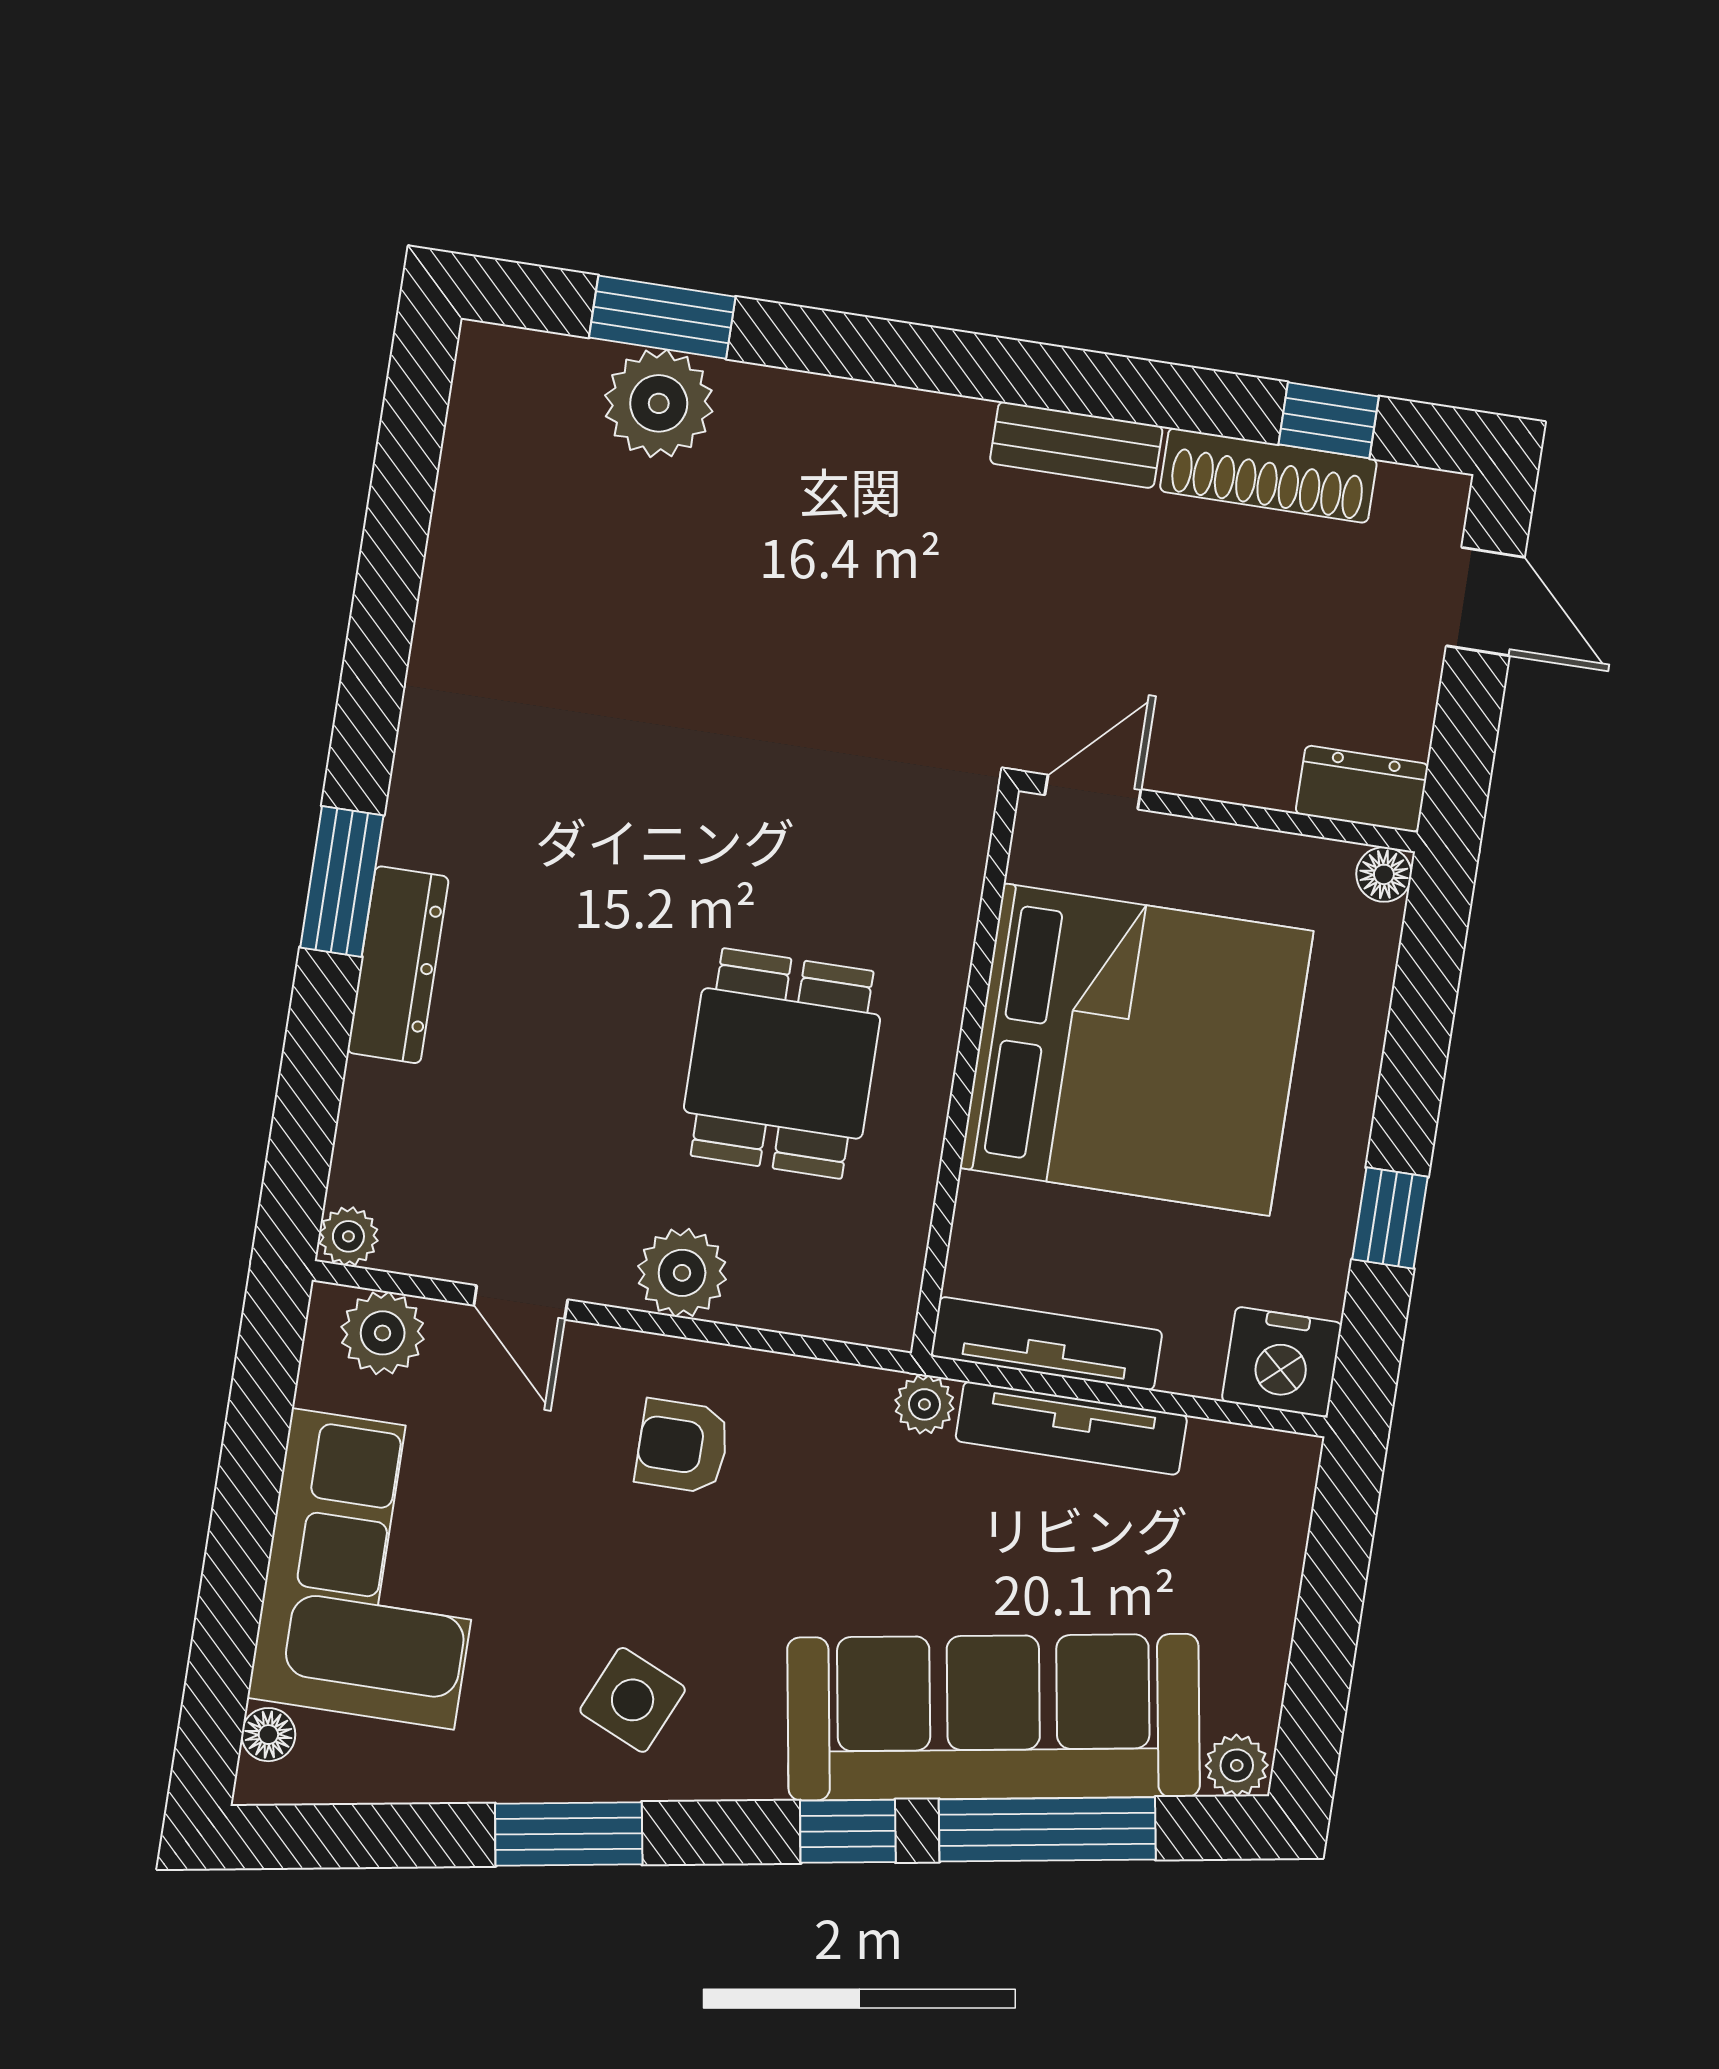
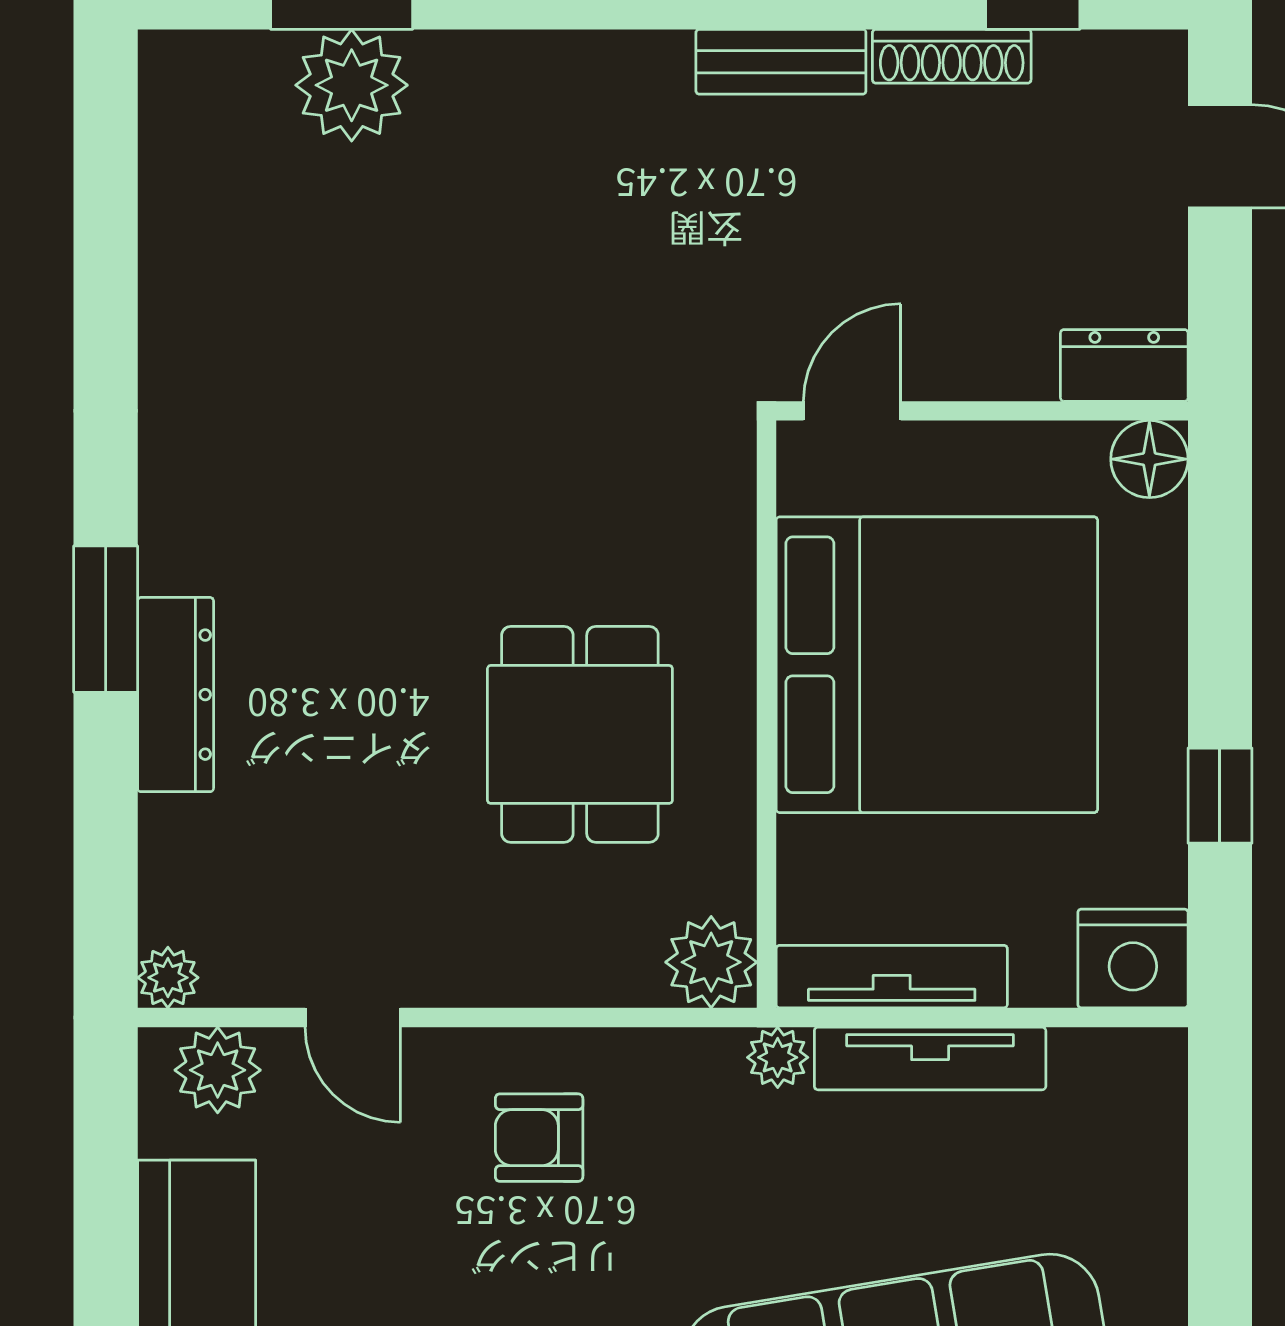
shoe rack: (1268, 475) -> (952, 56), width x0.74, depth x0.81
floor lamp: (1384, 874) -> (1149, 459), width x1.37, depth x1.37
plant: (682, 1273) -> (711, 962), moved

